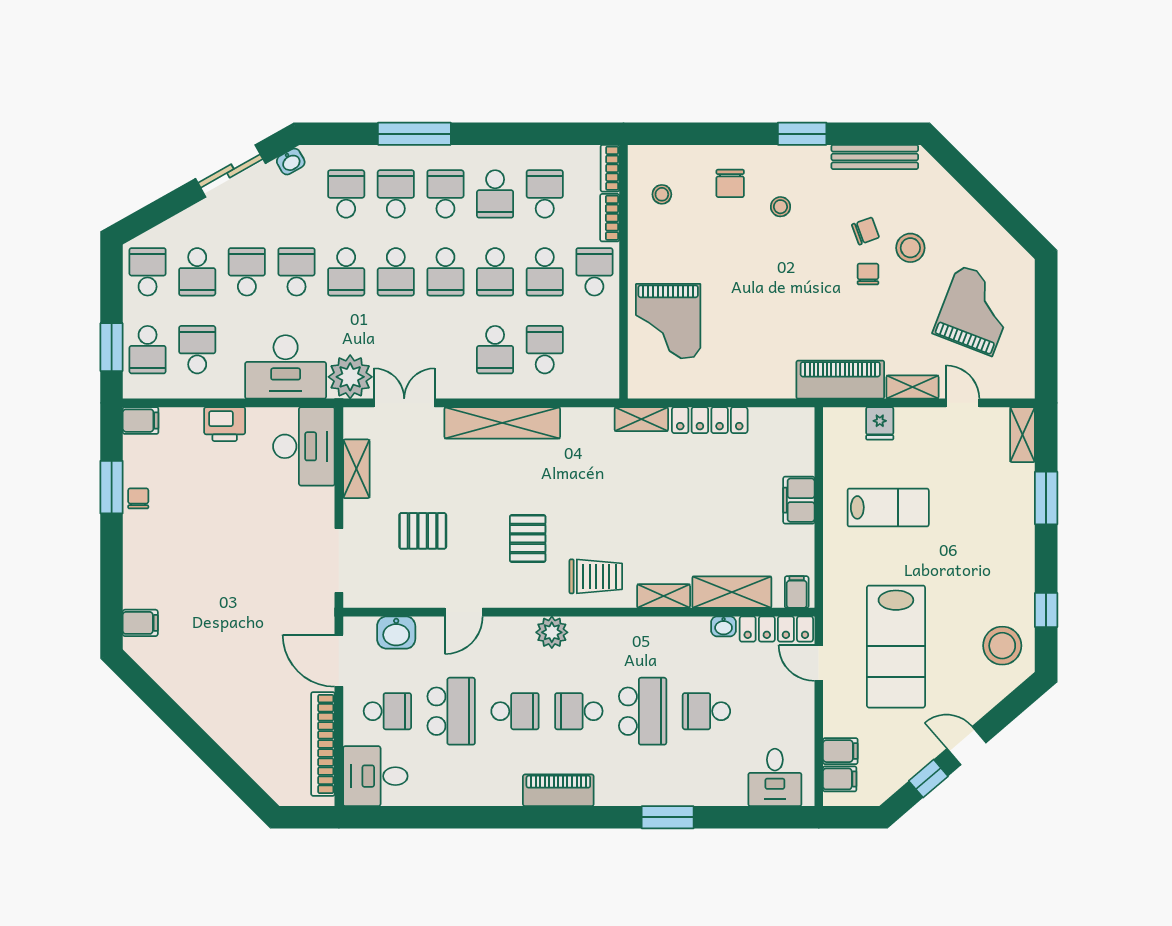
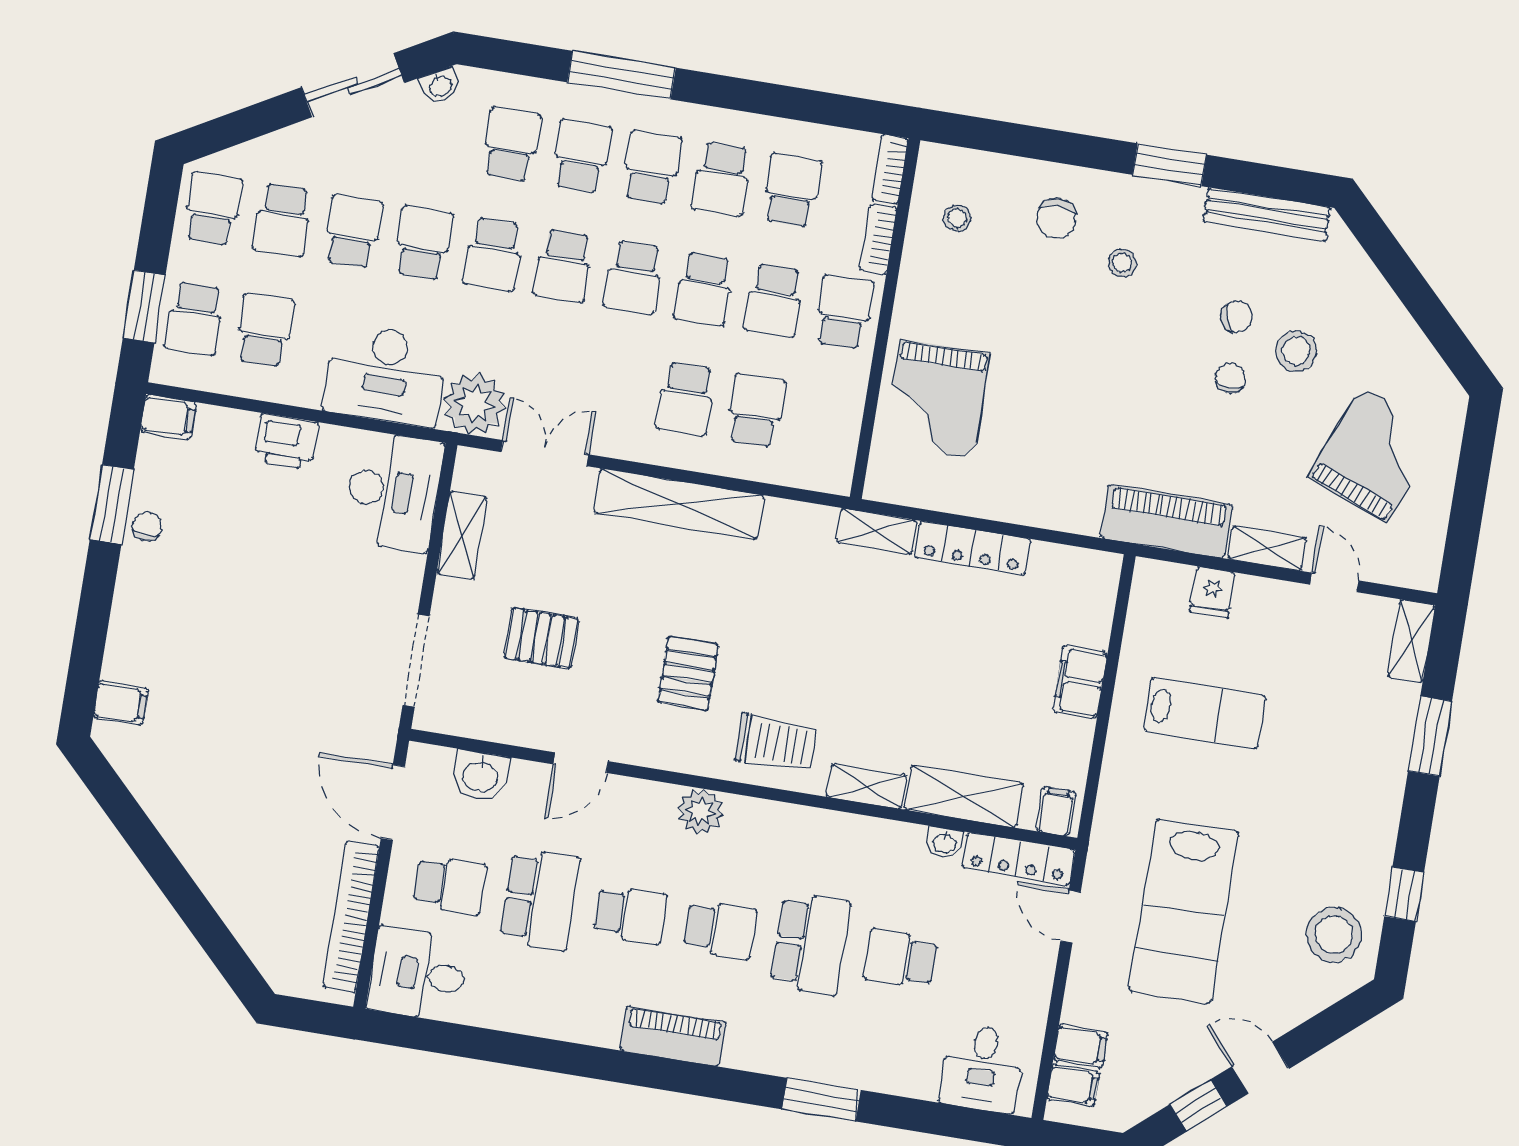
school desk: (579, 711) -> (720, 929), turned 180

